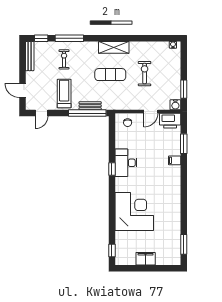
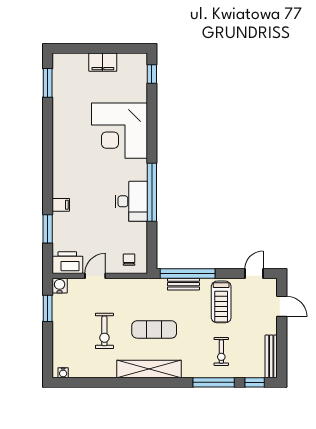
shelving: (114, 47) -> (149, 369), width x1.47
window: (112, 169) -> (152, 192), width x3.17

